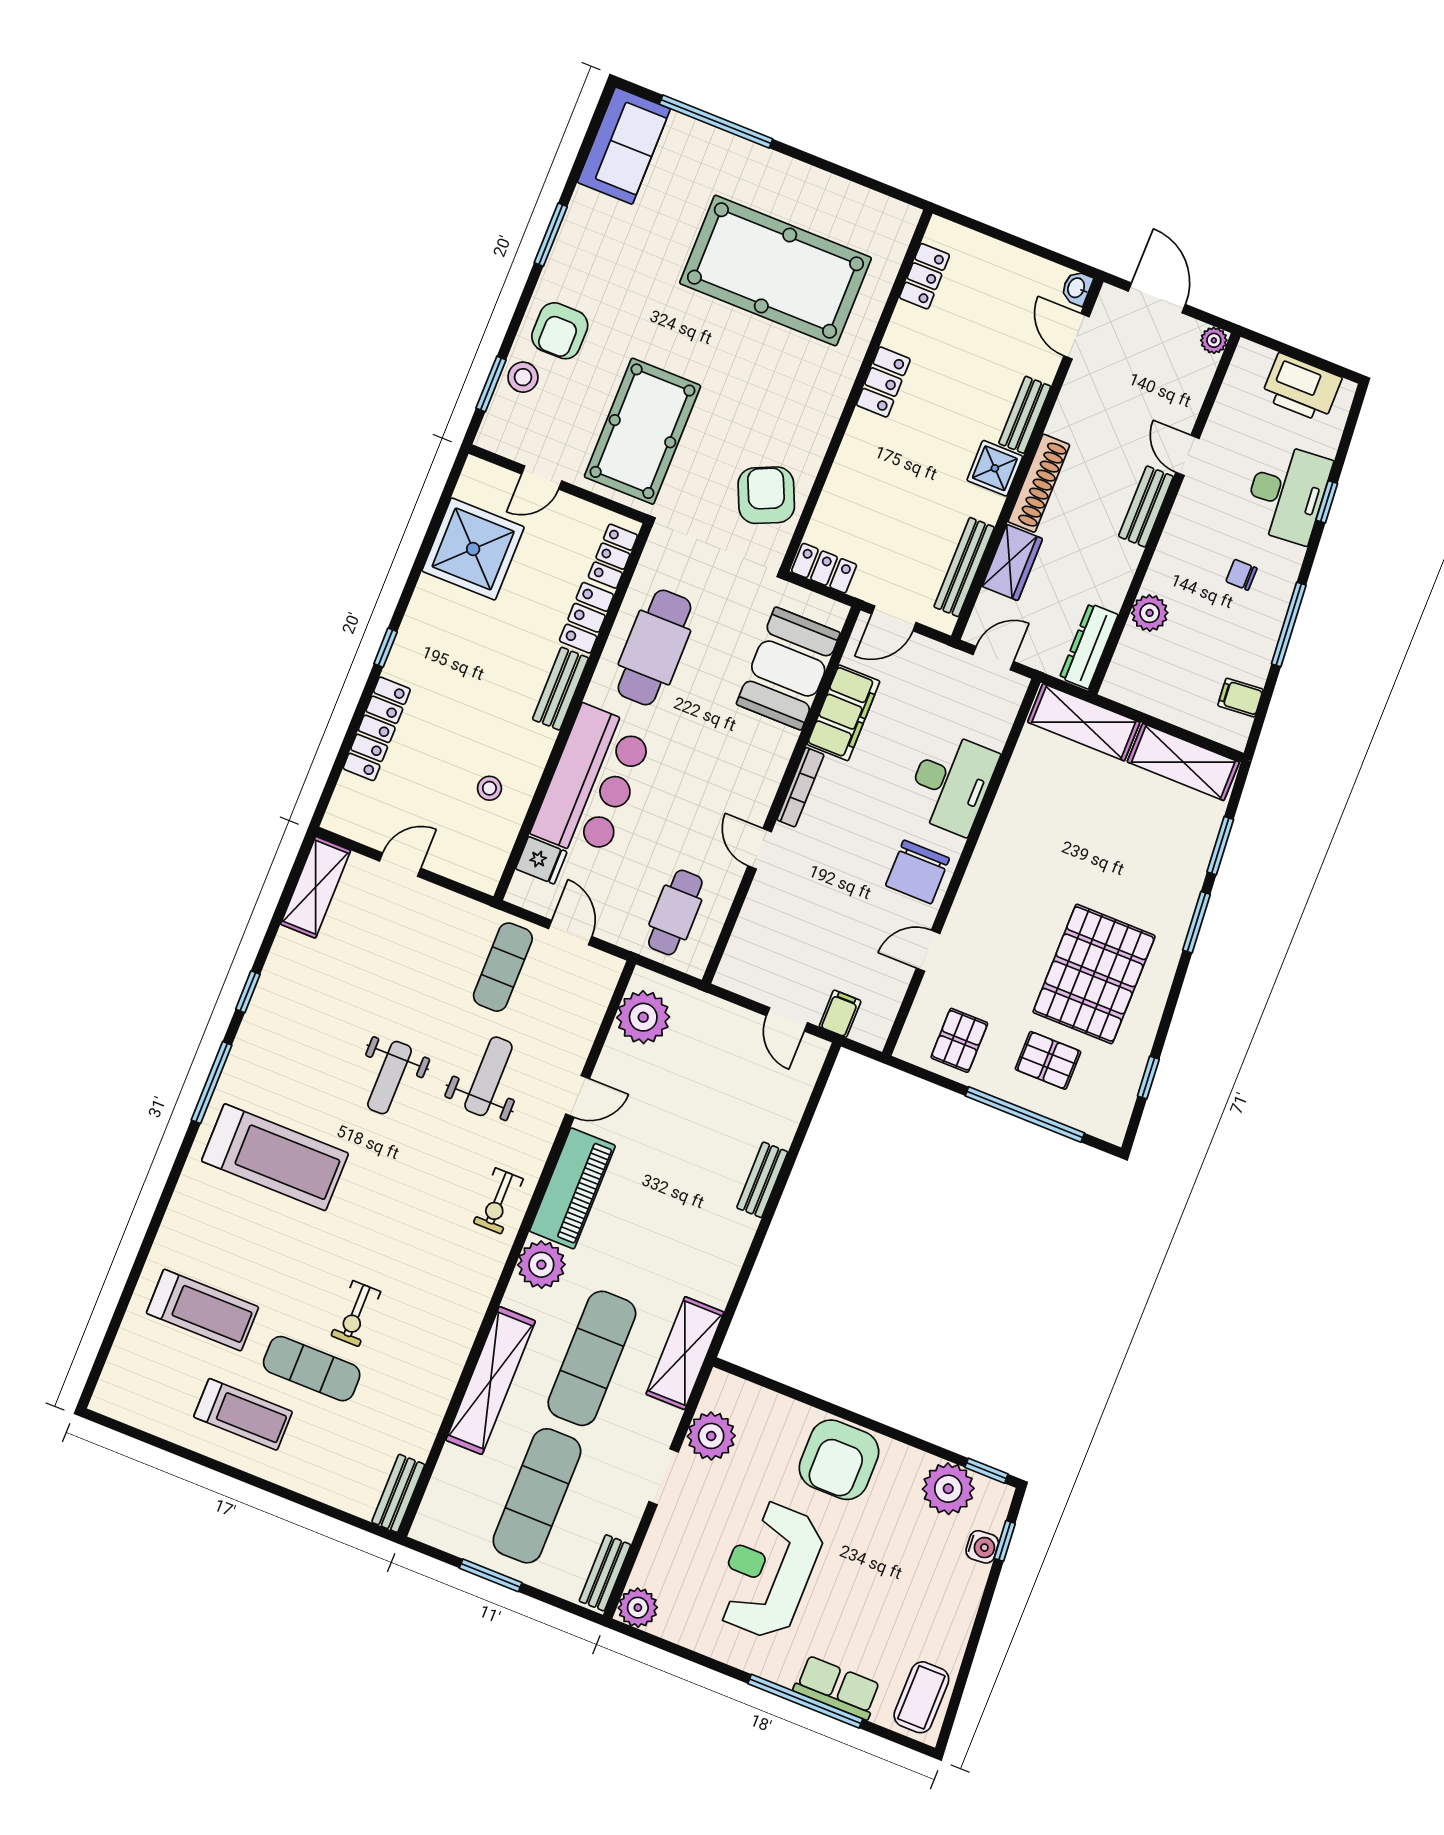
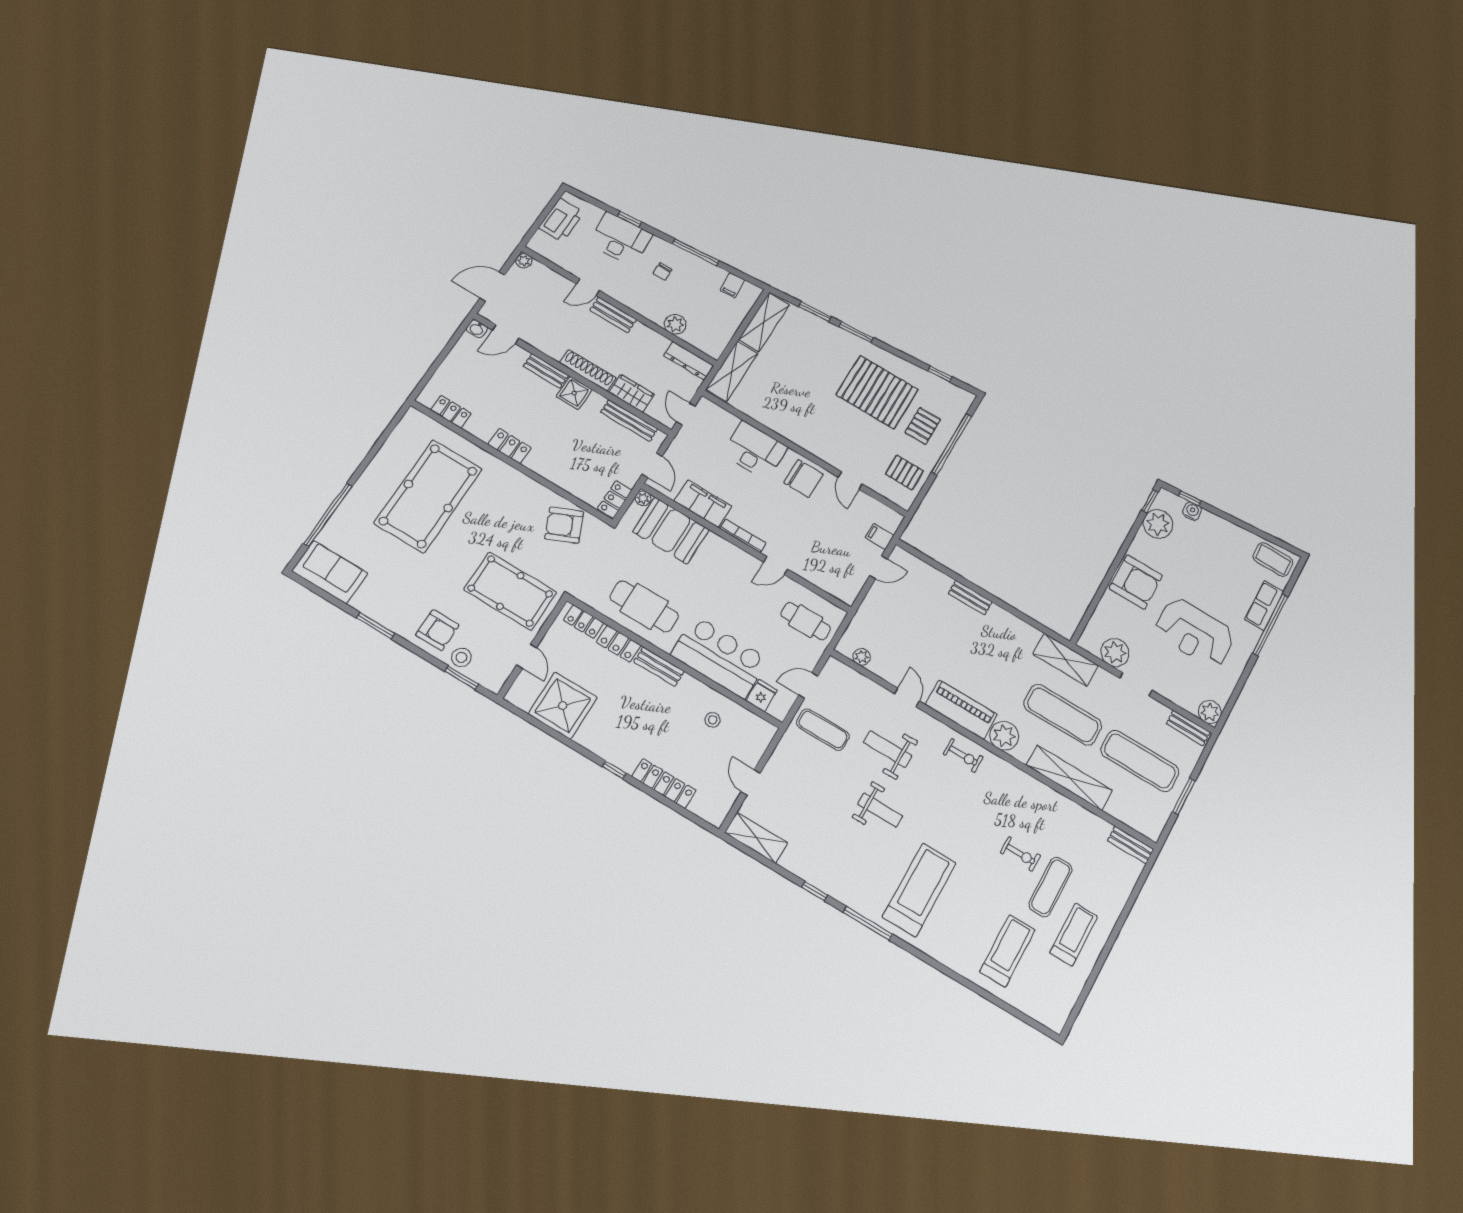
plant: (835, 614) -> (643, 498), added
plant: (643, 1017) -> (862, 657), width x0.53, depth x0.53

